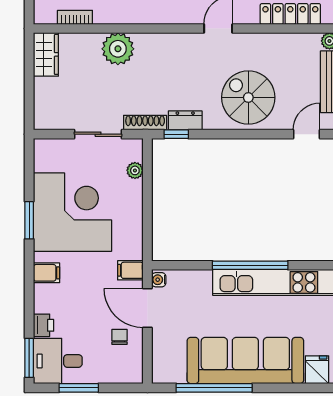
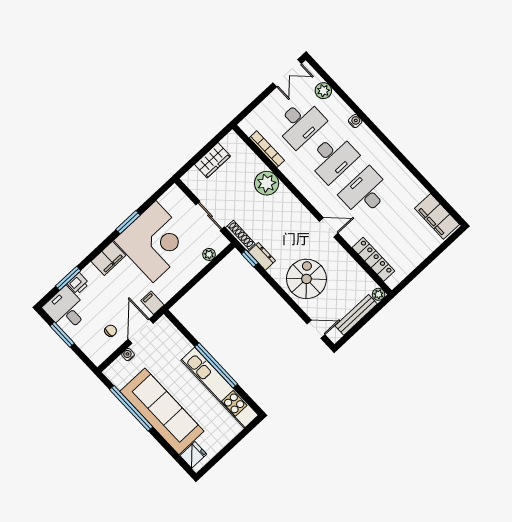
bookcase: (75, 17) -> (267, 149), width x1.56
wardrobe: (46, 54) -> (212, 160), moved
filing cabinet: (46, 273) -> (108, 258), width x2.00
water cooler: (159, 280) -> (128, 355), moved
window: (29, 358) -> (68, 278), moved

